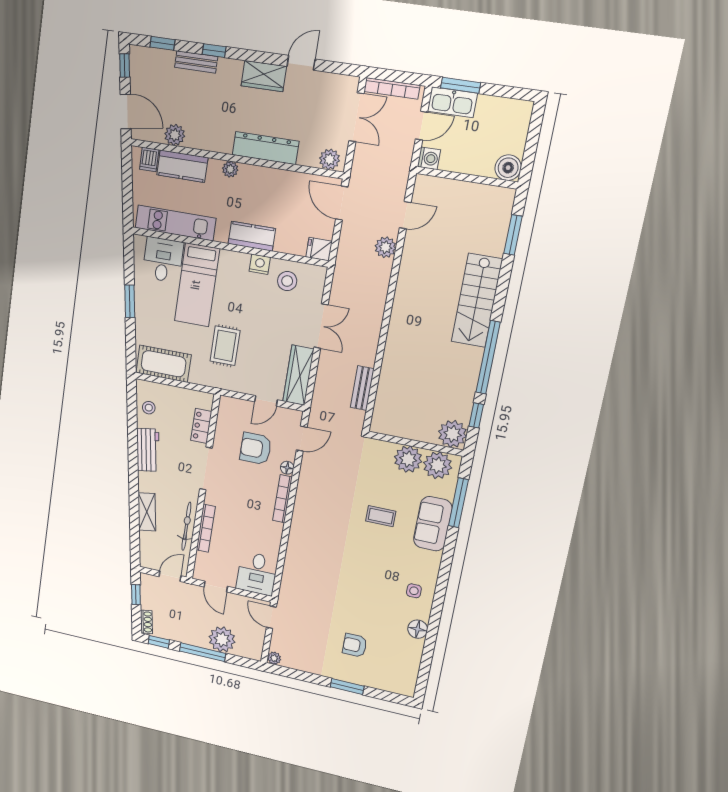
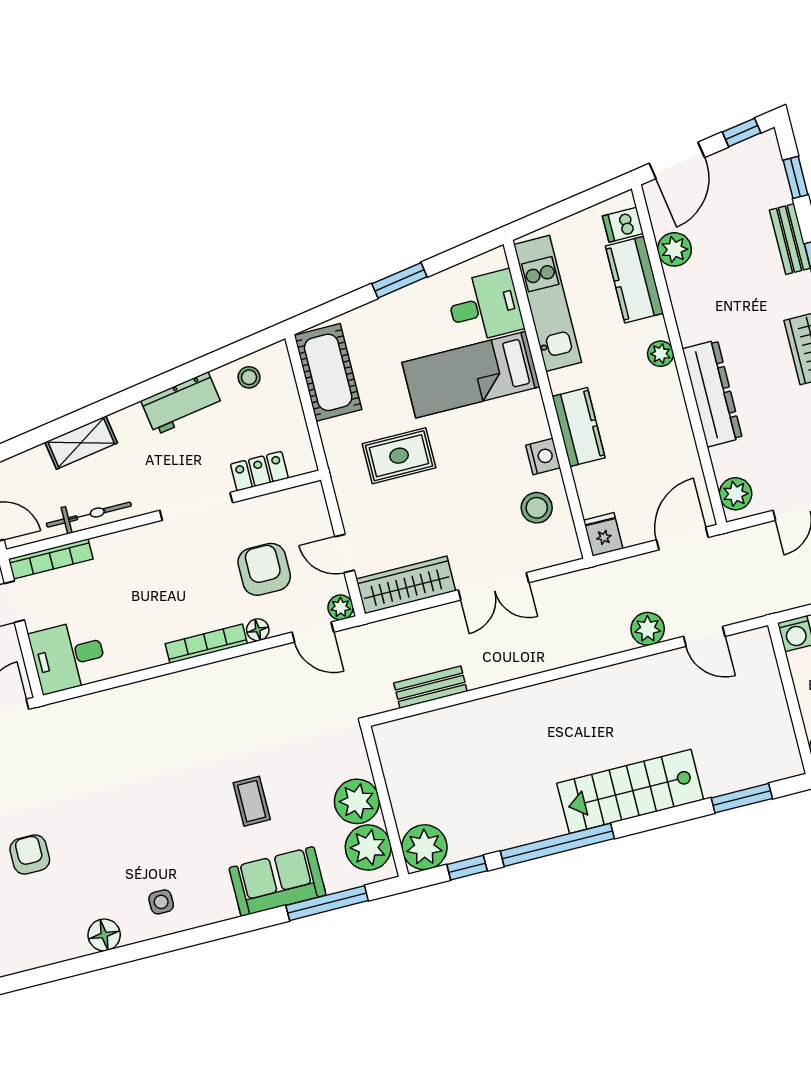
plant: (295, 417) -> (341, 607), added
bookcase: (206, 528) -> (51, 559), moved

